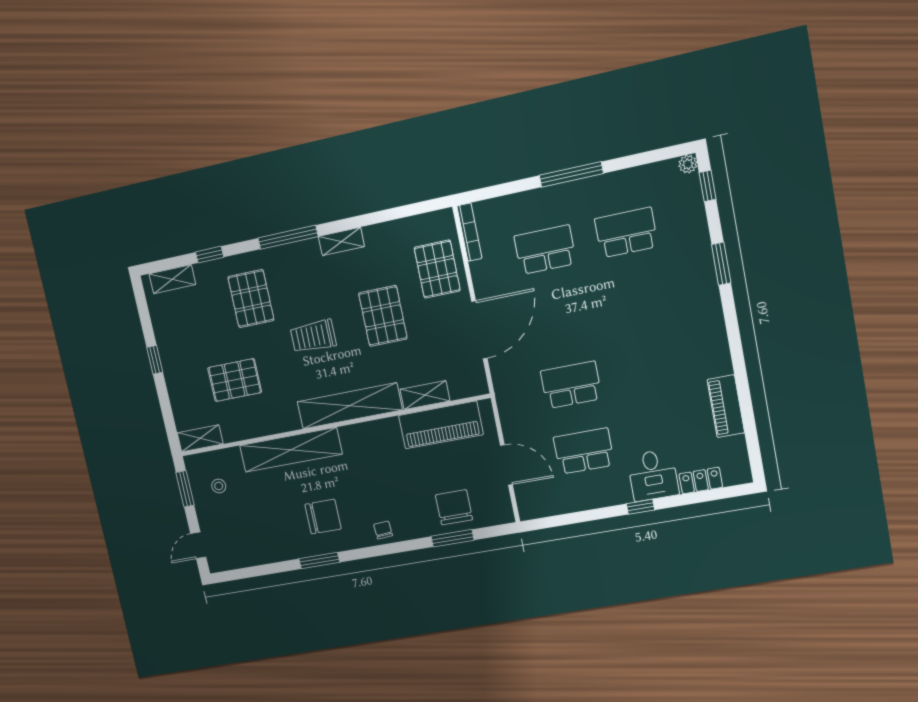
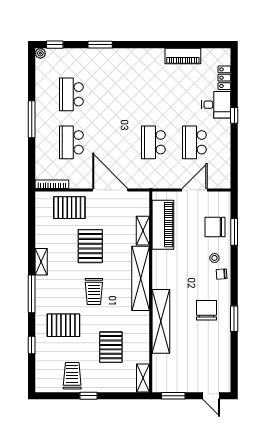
shelving: (172, 279) -> (42, 372), removed
pallet: (383, 316) -> (90, 246), turned 90
trolley: (178, 328) -> (72, 376), added
stool: (219, 486) -> (214, 258), moved

